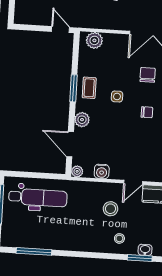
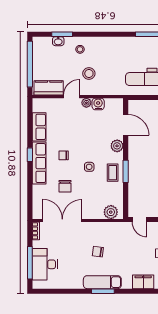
plant: (77, 171) -> (86, 103), moved

